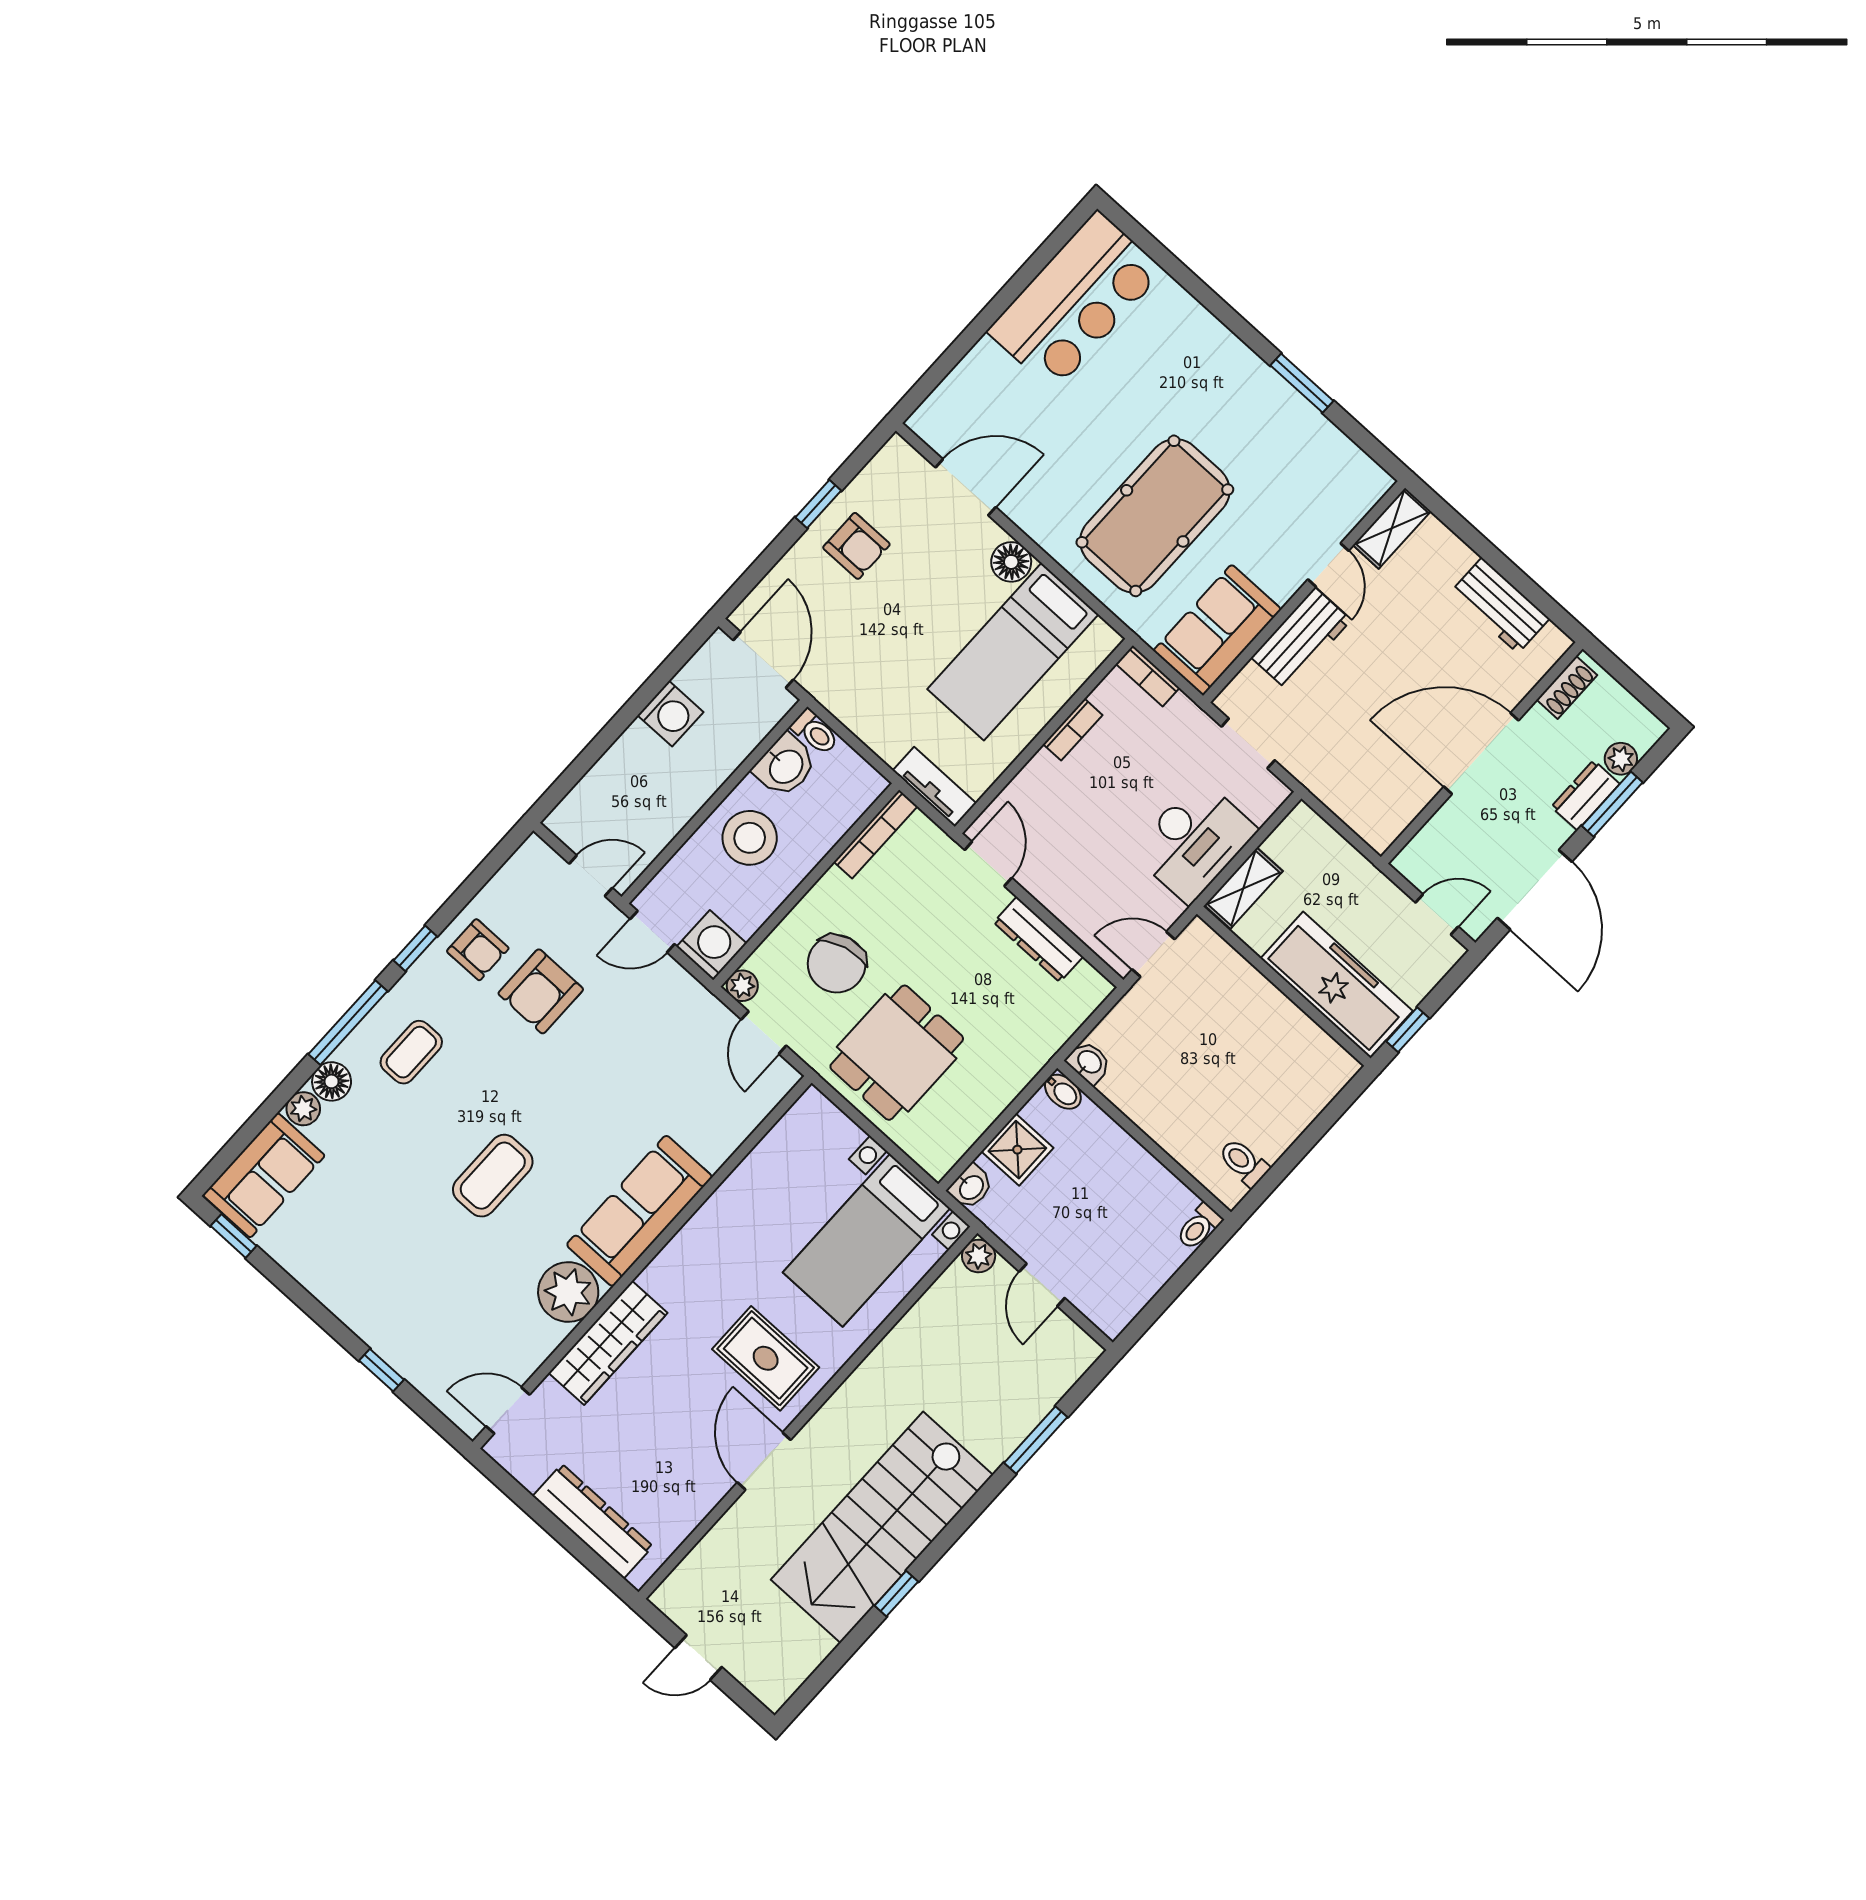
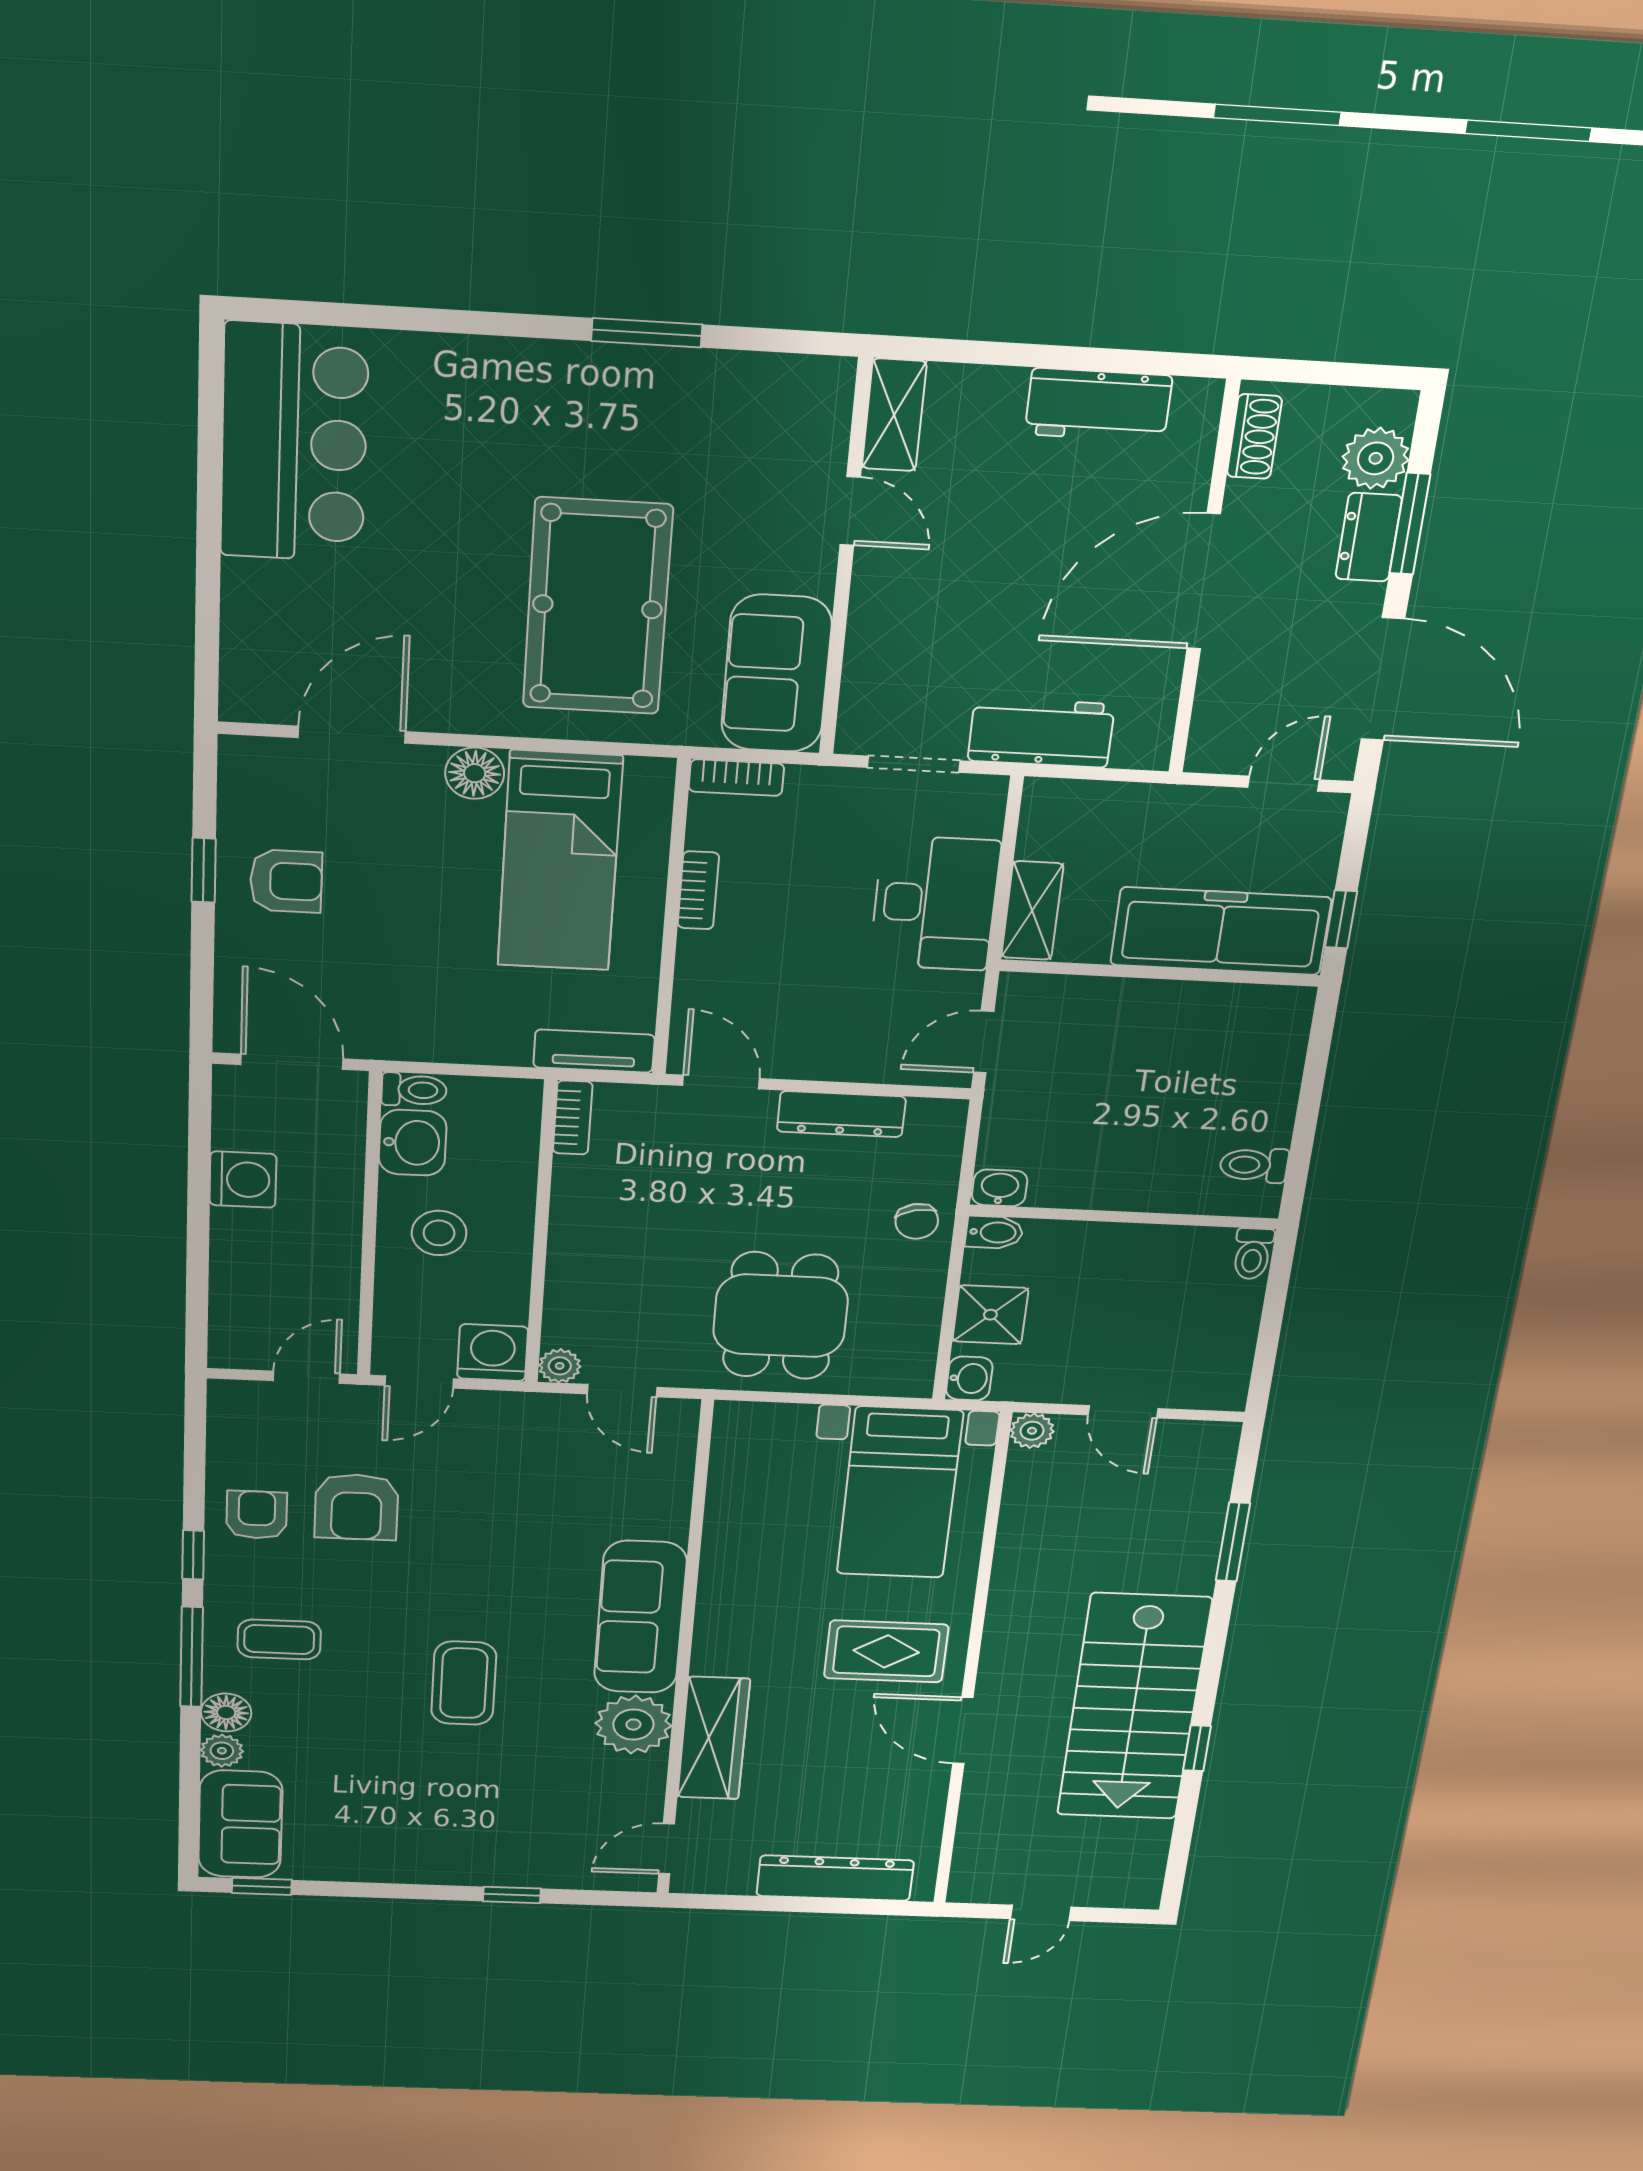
workbench: (1301, 639) -> (1041, 733), moved, turned -90
plant: (1621, 759) -> (1376, 458), width x1.38, depth x1.38
bookcase: (876, 834) -> (573, 1118), width x0.64
stool: (750, 838) -> (439, 1233), width x0.73, depth x0.73
armchair: (478, 950) -> (257, 1515), turned -90
chair: (837, 964) -> (917, 1221), moved, width x0.54, depth x0.54
coffee table: (411, 1052) -> (279, 1639), turned 90

